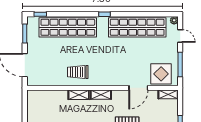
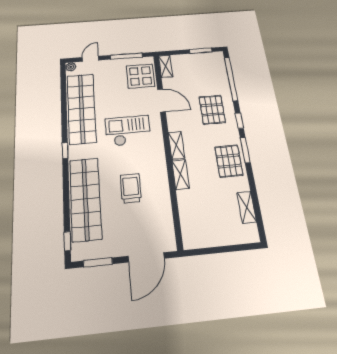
checkout: (116, 60) -> (128, 131), added
trolley: (78, 72) -> (131, 188), moved, turned 180

